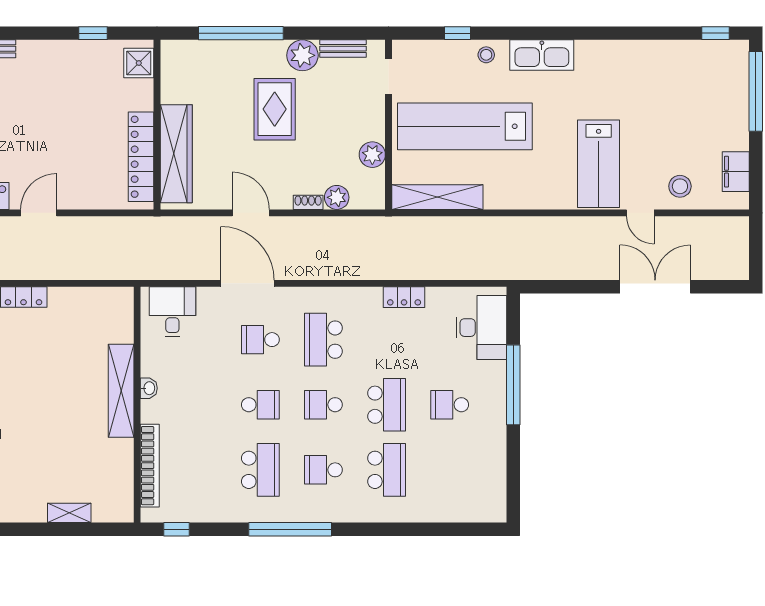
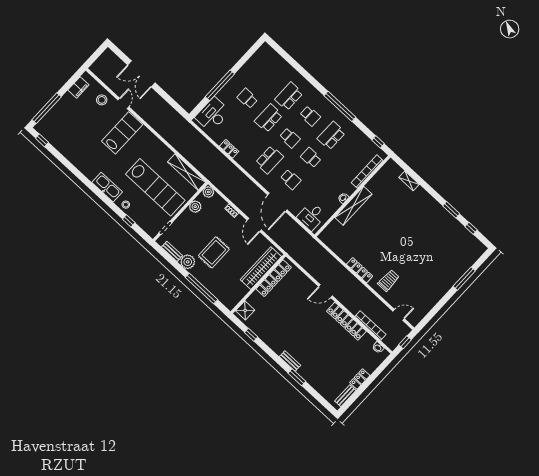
plant: (337, 197) -> (208, 192), moved
school desk: (450, 405) -> (247, 98), turned 180

